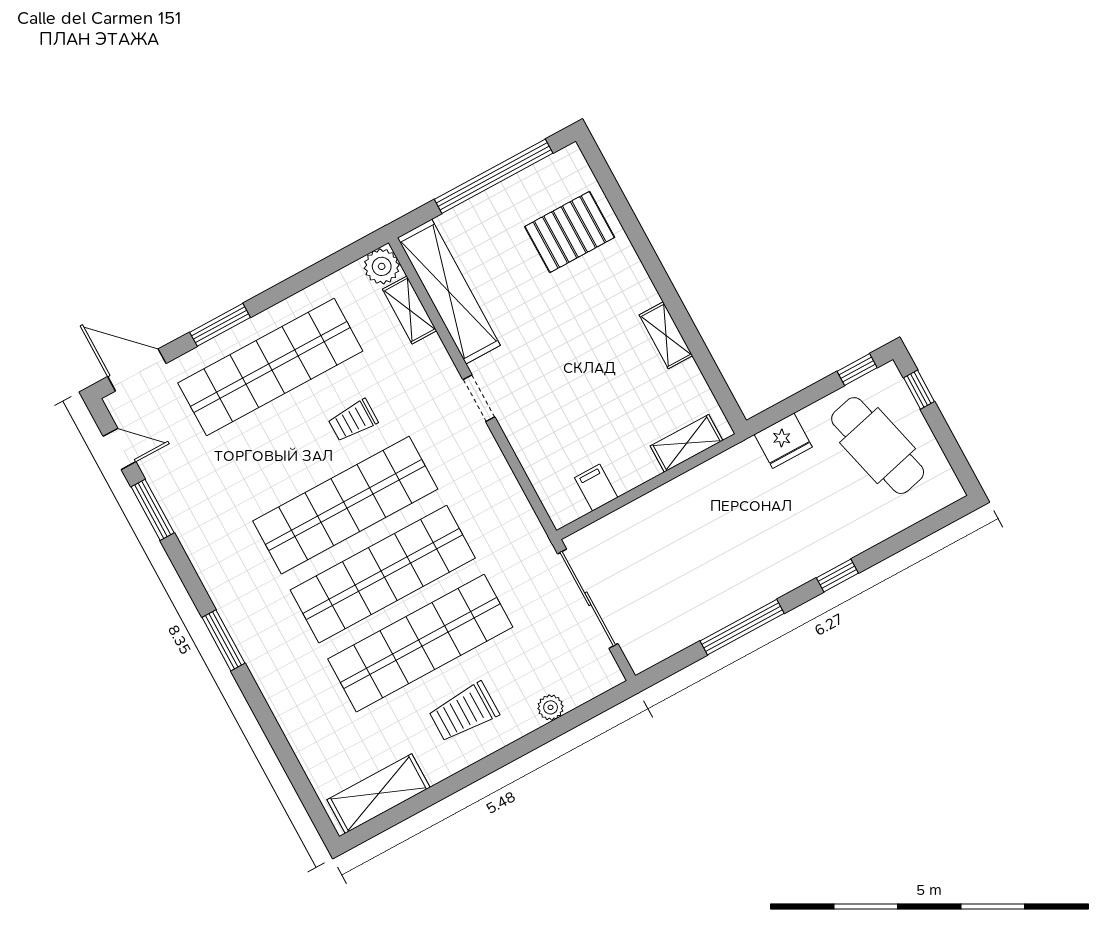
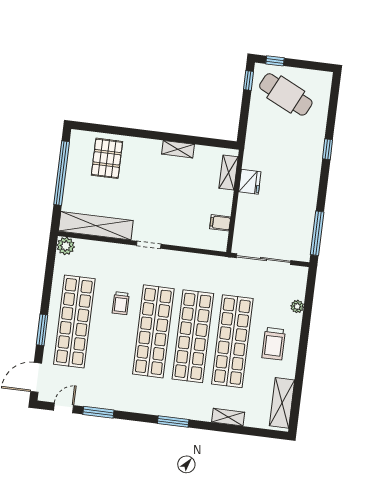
shelving: (410, 310) -> (228, 417), moved
fridge: (783, 441) -> (250, 182), moved
cafe table: (878, 446) -> (286, 94), turned 40
window: (742, 627) -> (317, 233), moved

